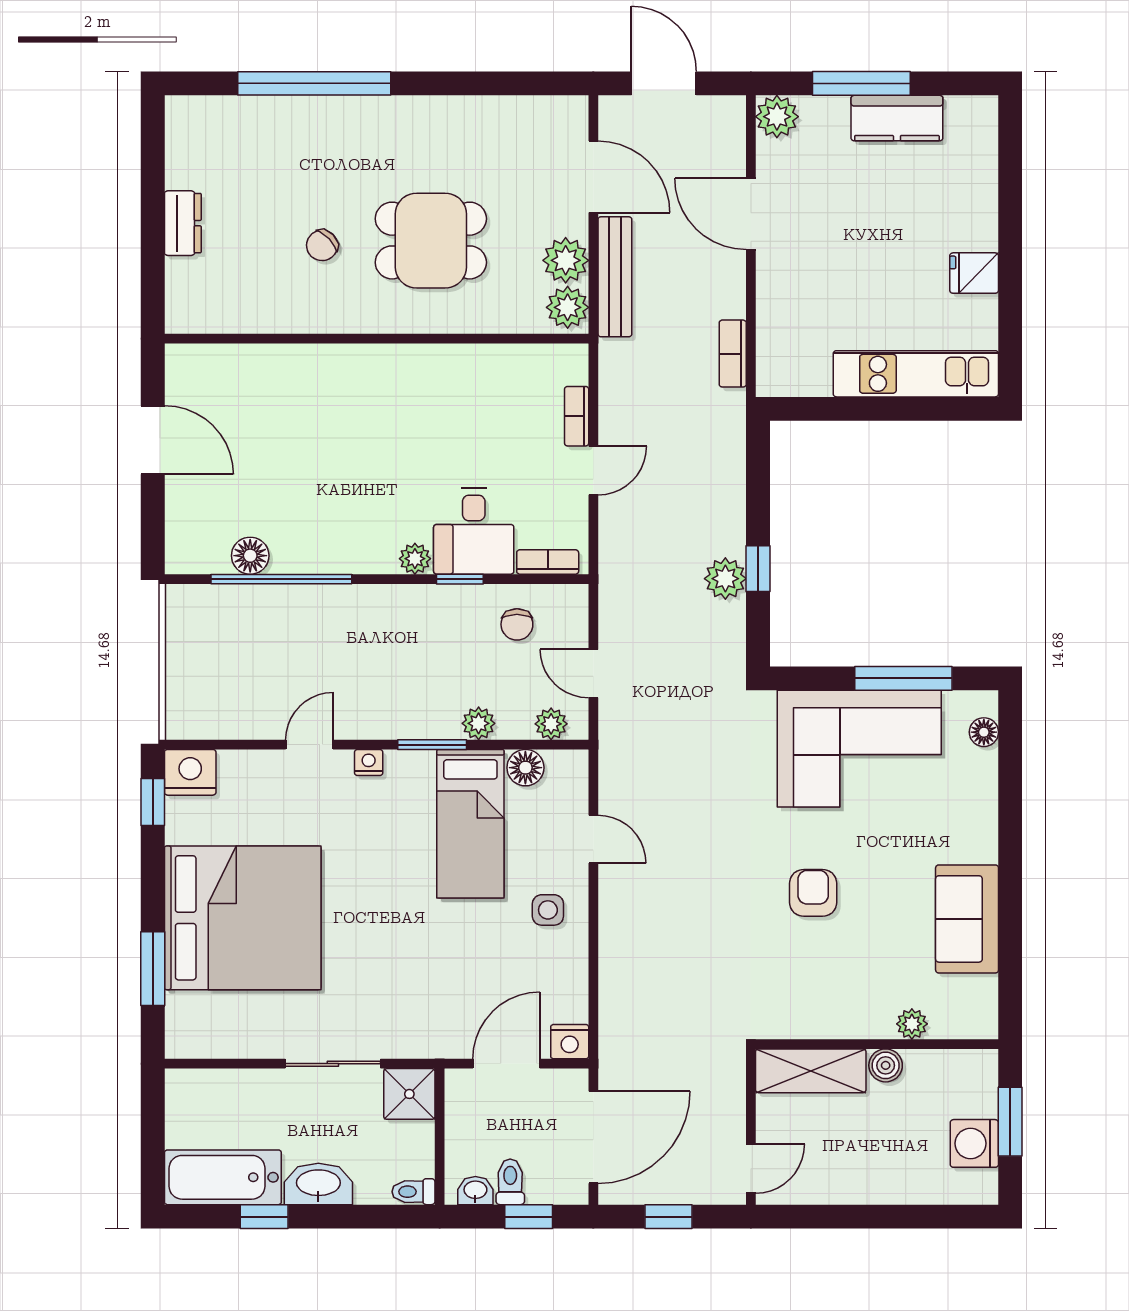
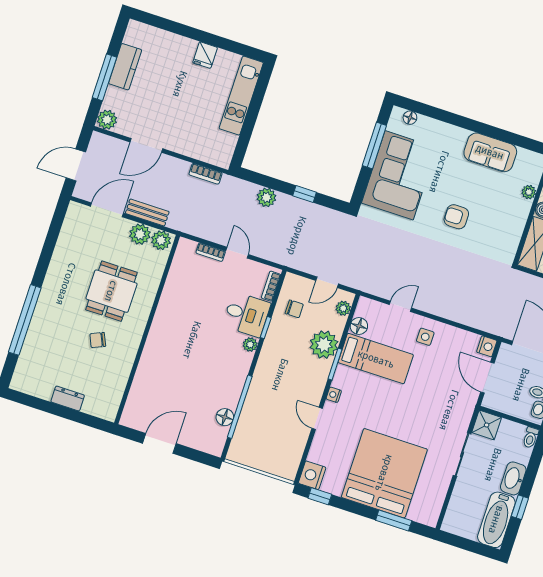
chair: (322, 245) -> (98, 340), turned 110
bench: (615, 277) -> (147, 212), width x0.73
plant: (725, 579) -> (266, 197), moved
plant: (479, 723) -> (324, 345), width x1.88, depth x1.88

